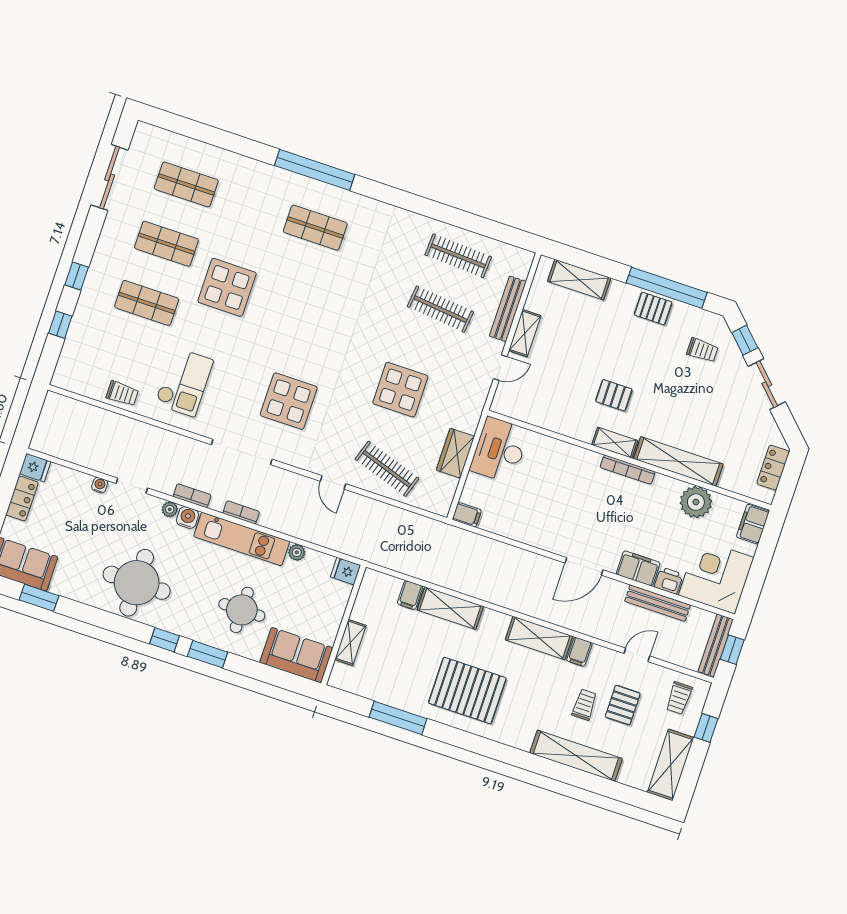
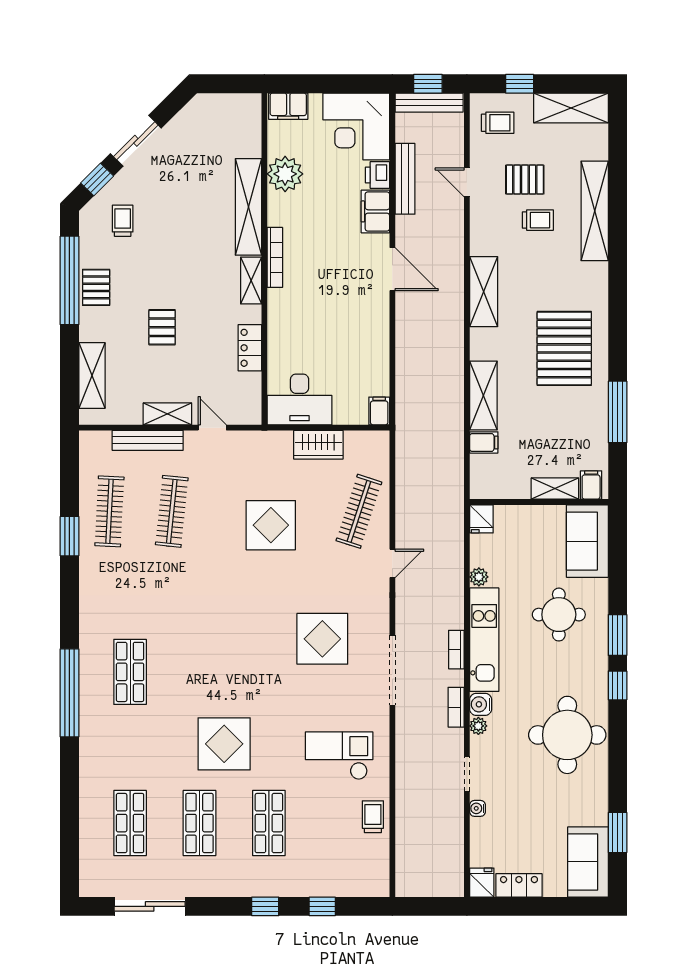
window: (448, 215) -> (69, 536), added
pallet: (614, 395) -> (162, 327), moved
locker: (773, 468) -> (250, 348), moved, turned 90
filing cabinet: (579, 652) -> (591, 485), moved, turned -90
trolley: (584, 705) -> (538, 220), turned 180

